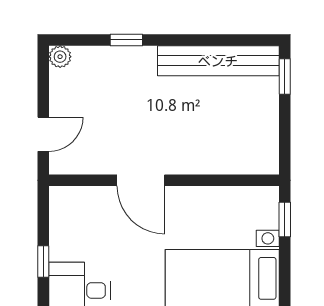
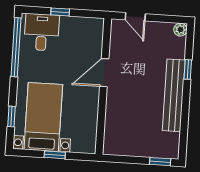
bench: (218, 61) -> (174, 95), moved
window: (285, 220) -> (55, 155), moved

